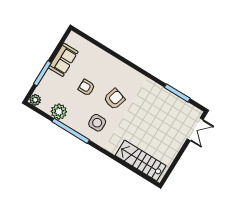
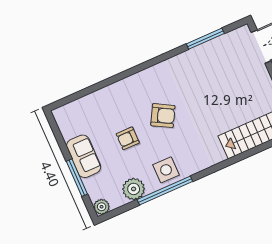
sofa: (63, 60) -> (84, 156), moved
armchair: (114, 99) -> (163, 116), turned 102
side table: (97, 123) -> (166, 170), moved

